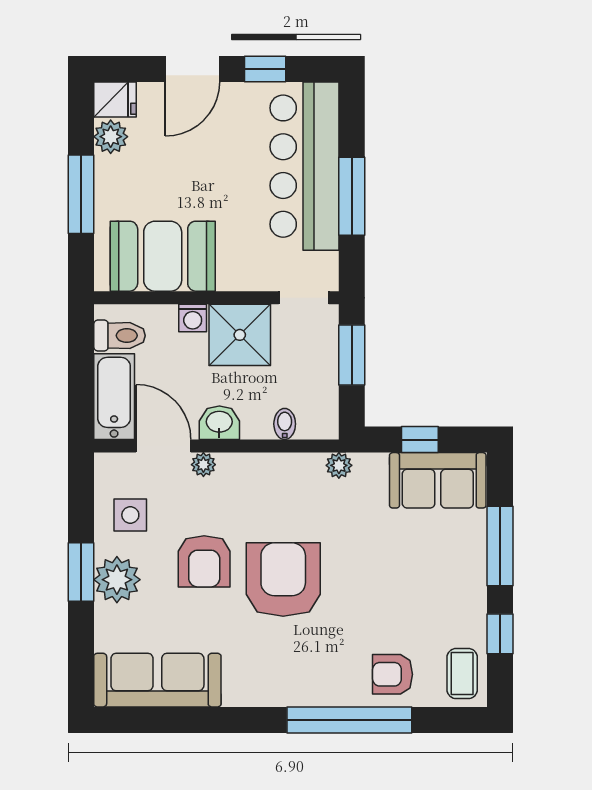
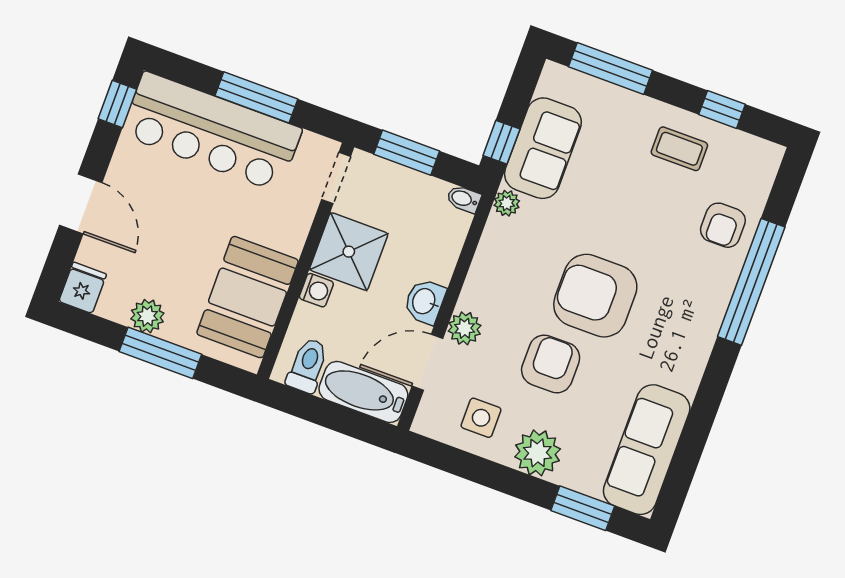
window: (265, 69) -> (117, 104), moved
plant: (111, 137) -> (147, 316), moved
bidet: (285, 424) -> (464, 199), moved
window: (420, 440) -> (501, 142), moved
plant: (203, 465) -> (465, 328), width x1.38, depth x1.38
sofa: (438, 480) -> (543, 148), moved
window: (500, 546) -> (611, 68), moved
armchair: (204, 561) -> (551, 364), turned -90
window: (81, 572) -> (583, 508), moved
coffee table: (462, 674) -> (679, 149), moved

